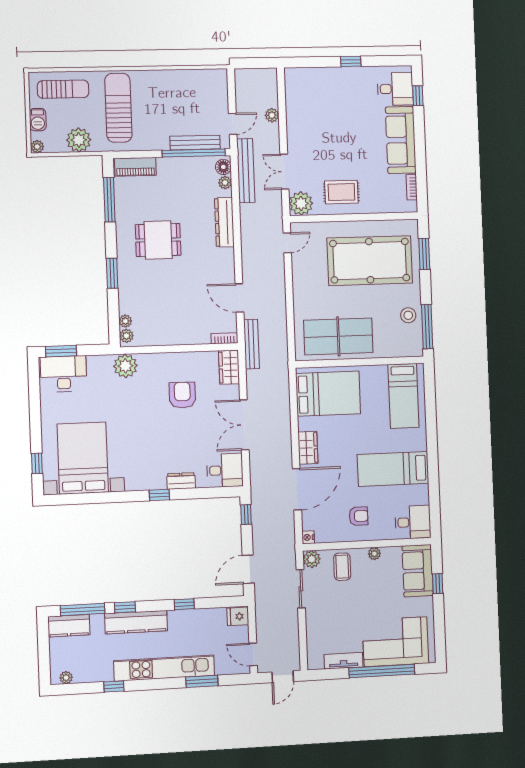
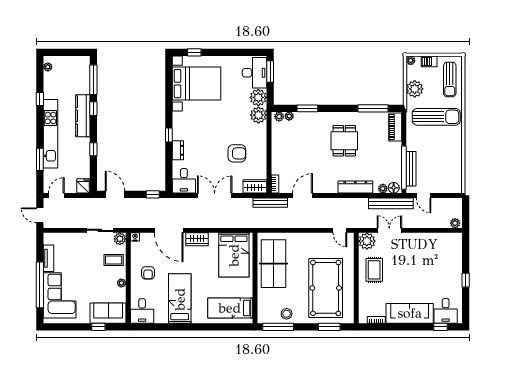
plant: (272, 115) -> (455, 223), moved
window: (112, 273) -> (307, 108), moved
plant: (100, 367) -> (258, 97), added
kitchen counter: (69, 626) -> (83, 70), removed

